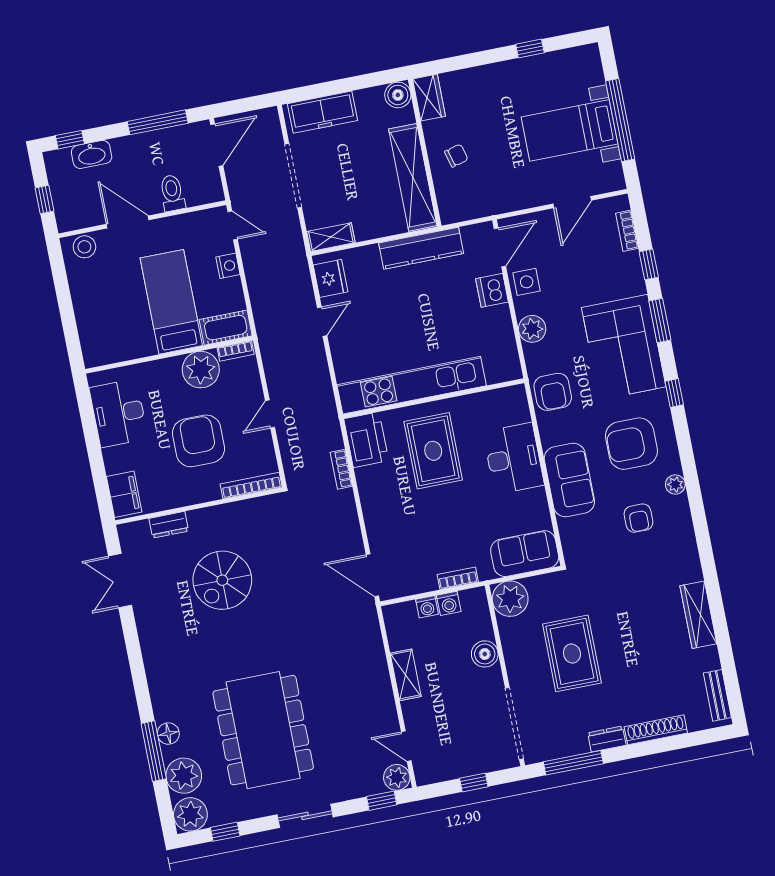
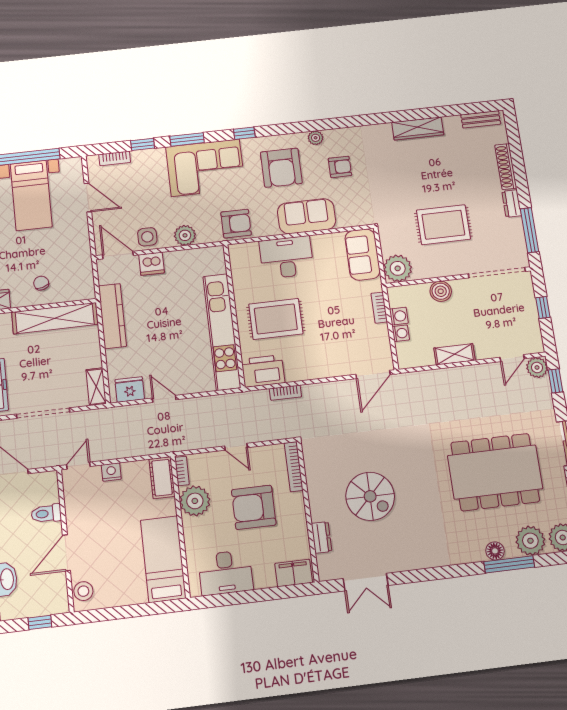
bed: (171, 302) -> (163, 559), moved, turned 90

